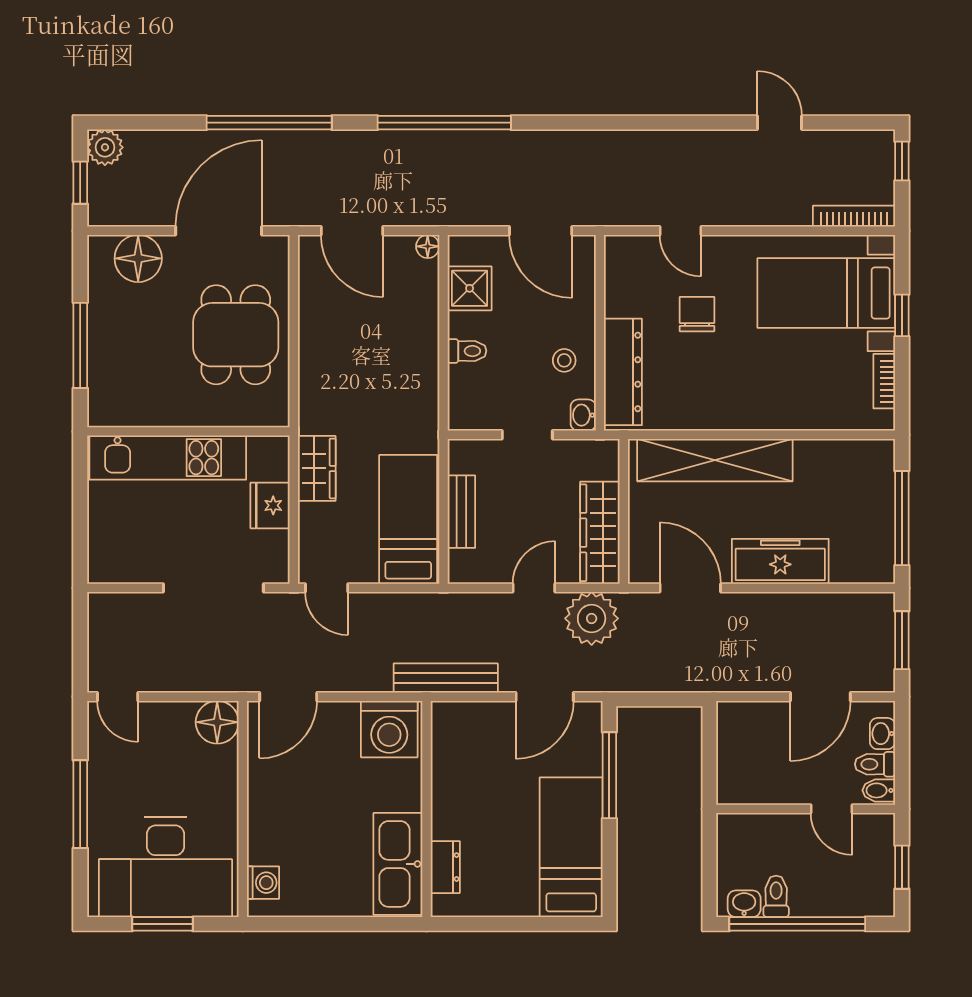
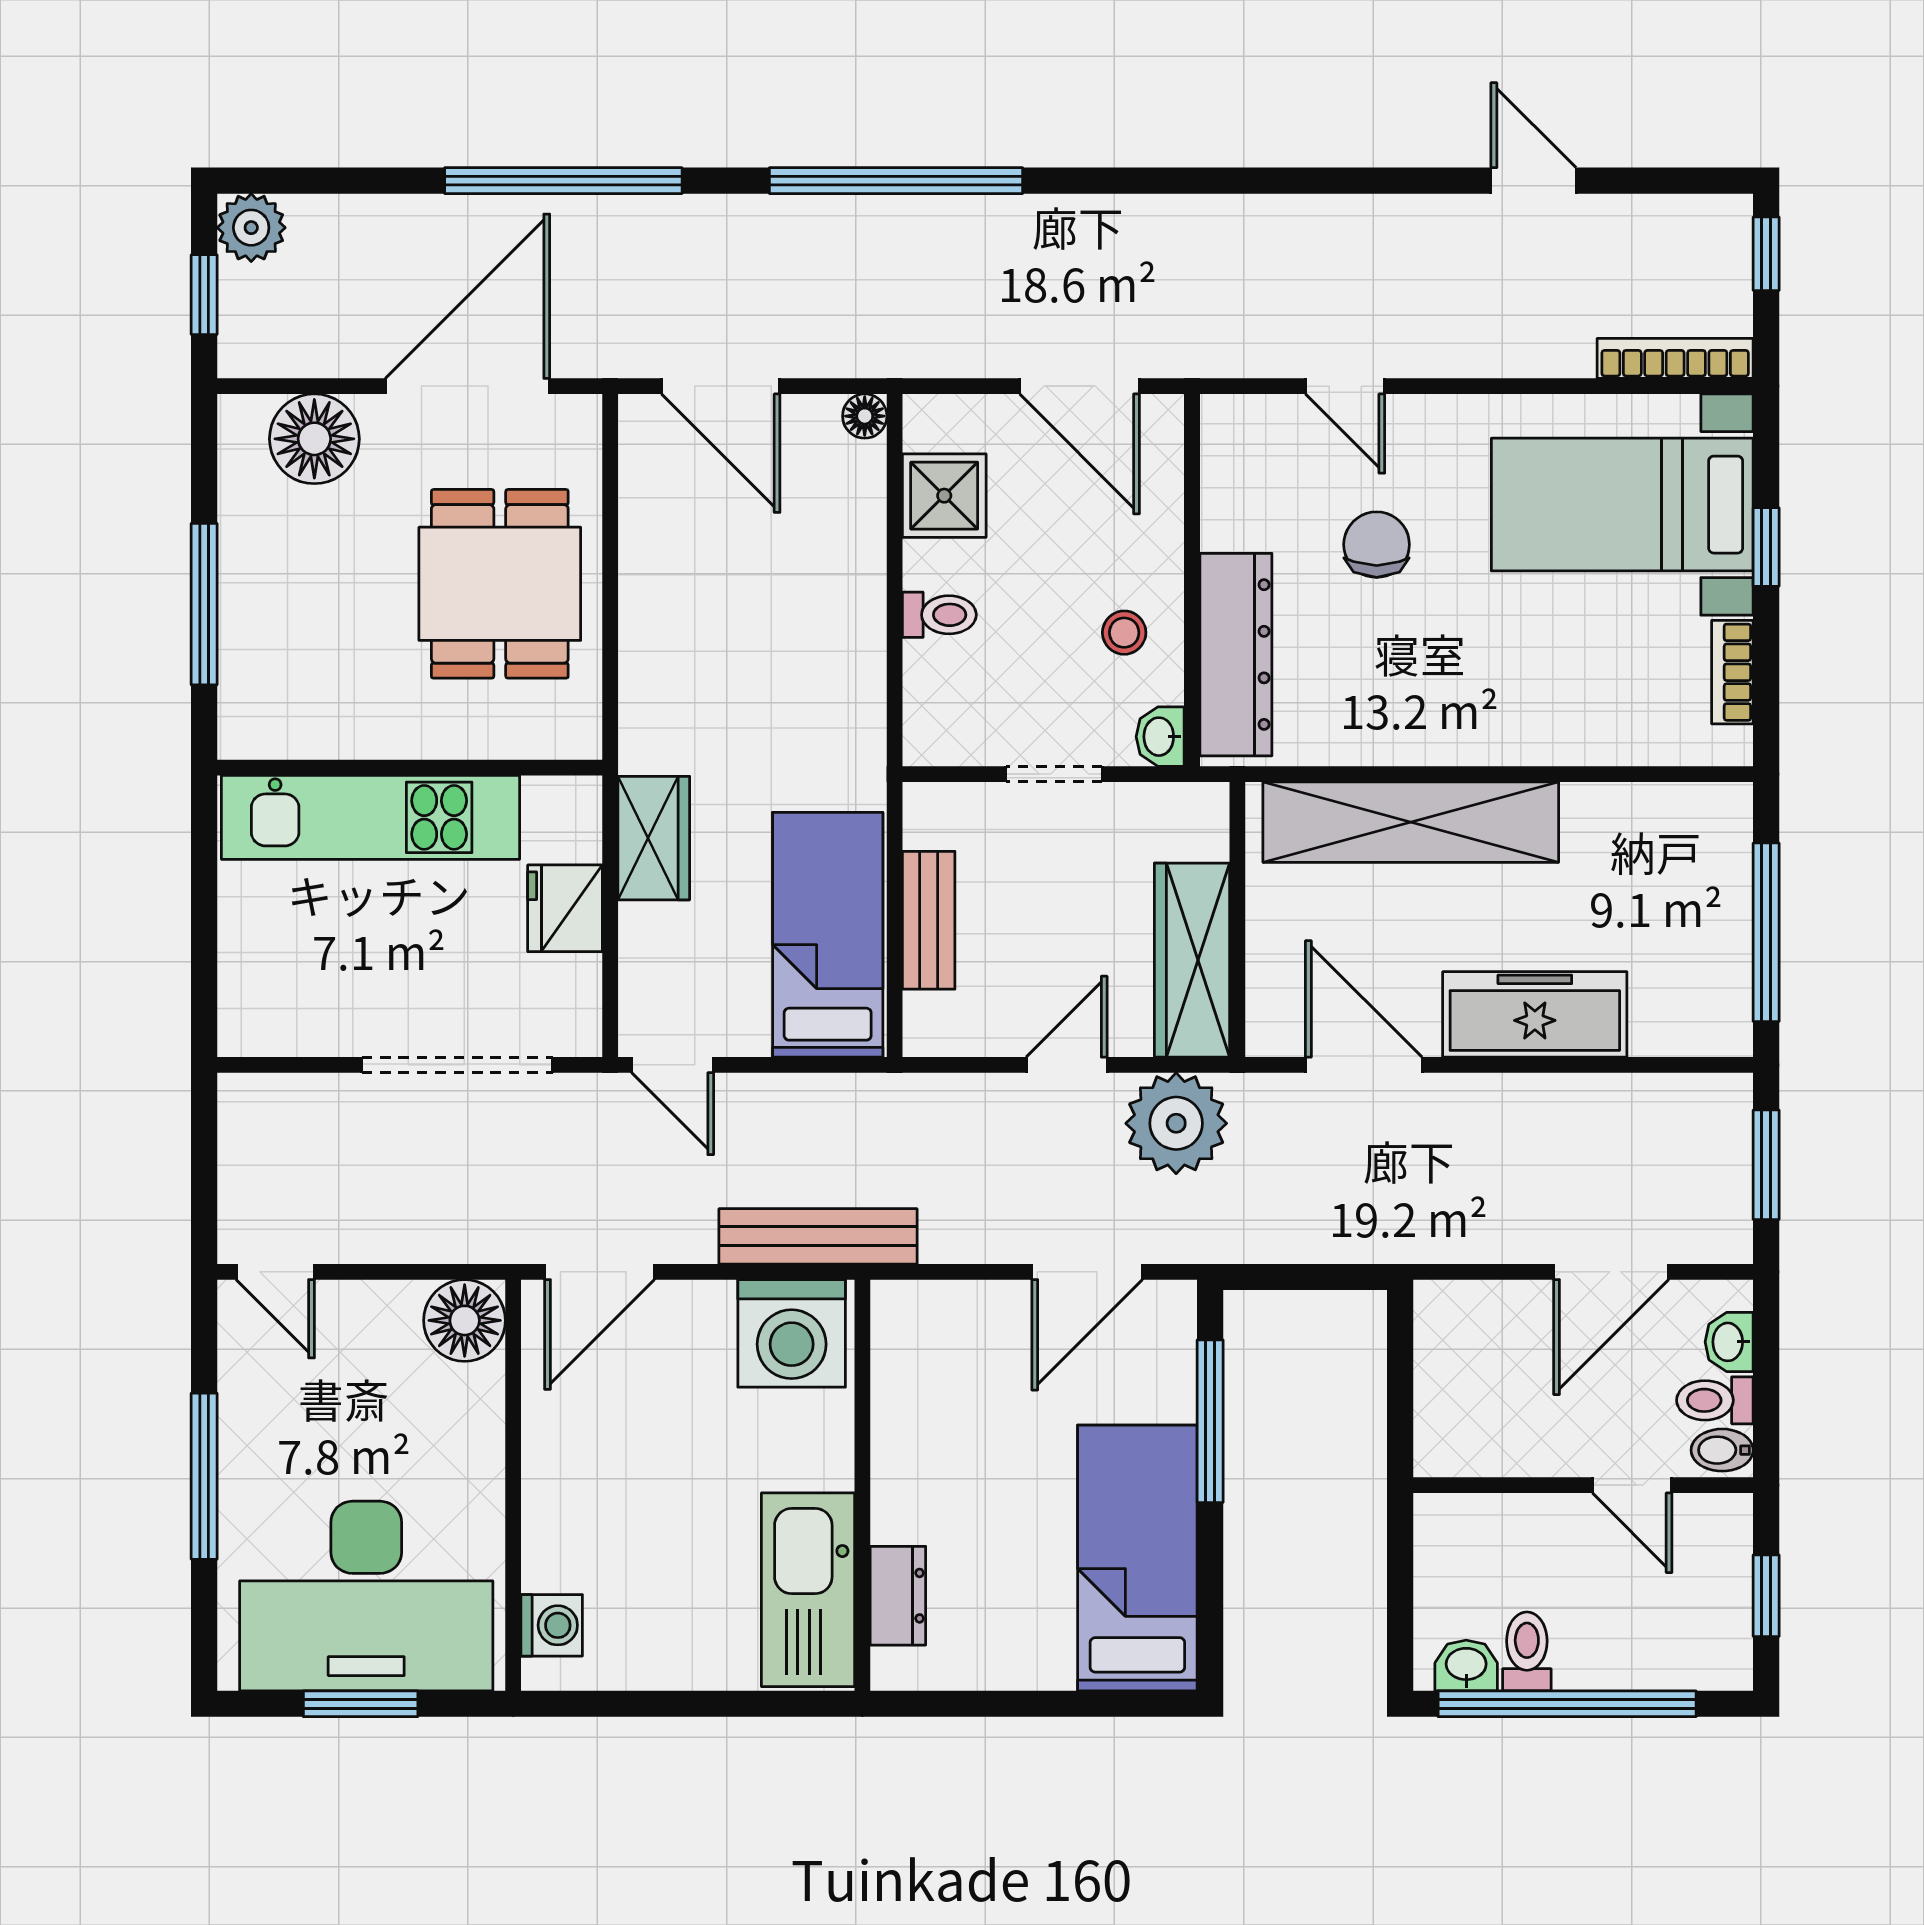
bench: (446, 678) -> (818, 1236), moved

